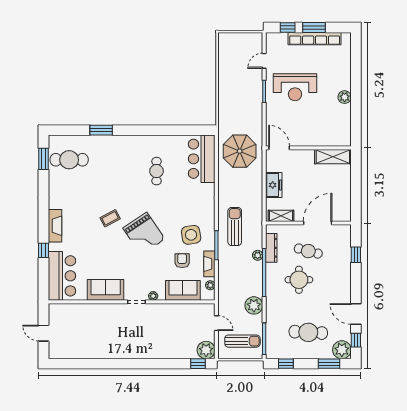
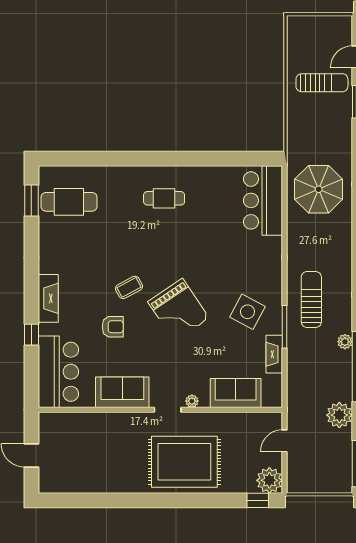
window: (101, 130) -> (116, 159), removed
cafe table: (157, 171) -> (164, 198), moved, turned 90
side table: (191, 235) -> (247, 312), turned 37
armchair: (182, 261) -> (113, 327), moved, turned 90
plant: (210, 285) -> (276, 385), removed
door: (216, 323) -> (284, 441), swing flipped
rug: (148, 337) -> (184, 462), added
sun lounger: (242, 341) -> (322, 83), moved

